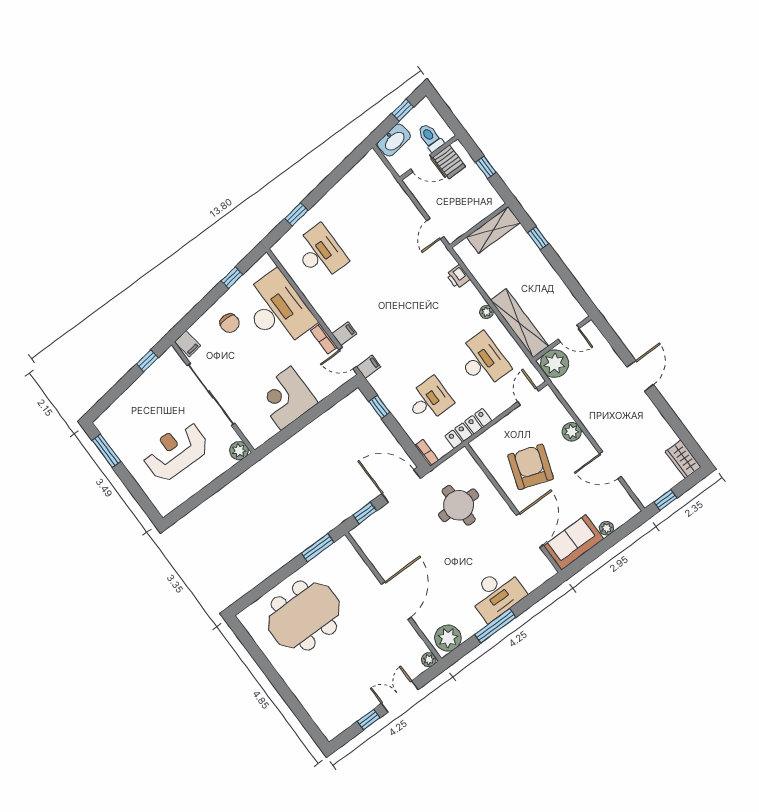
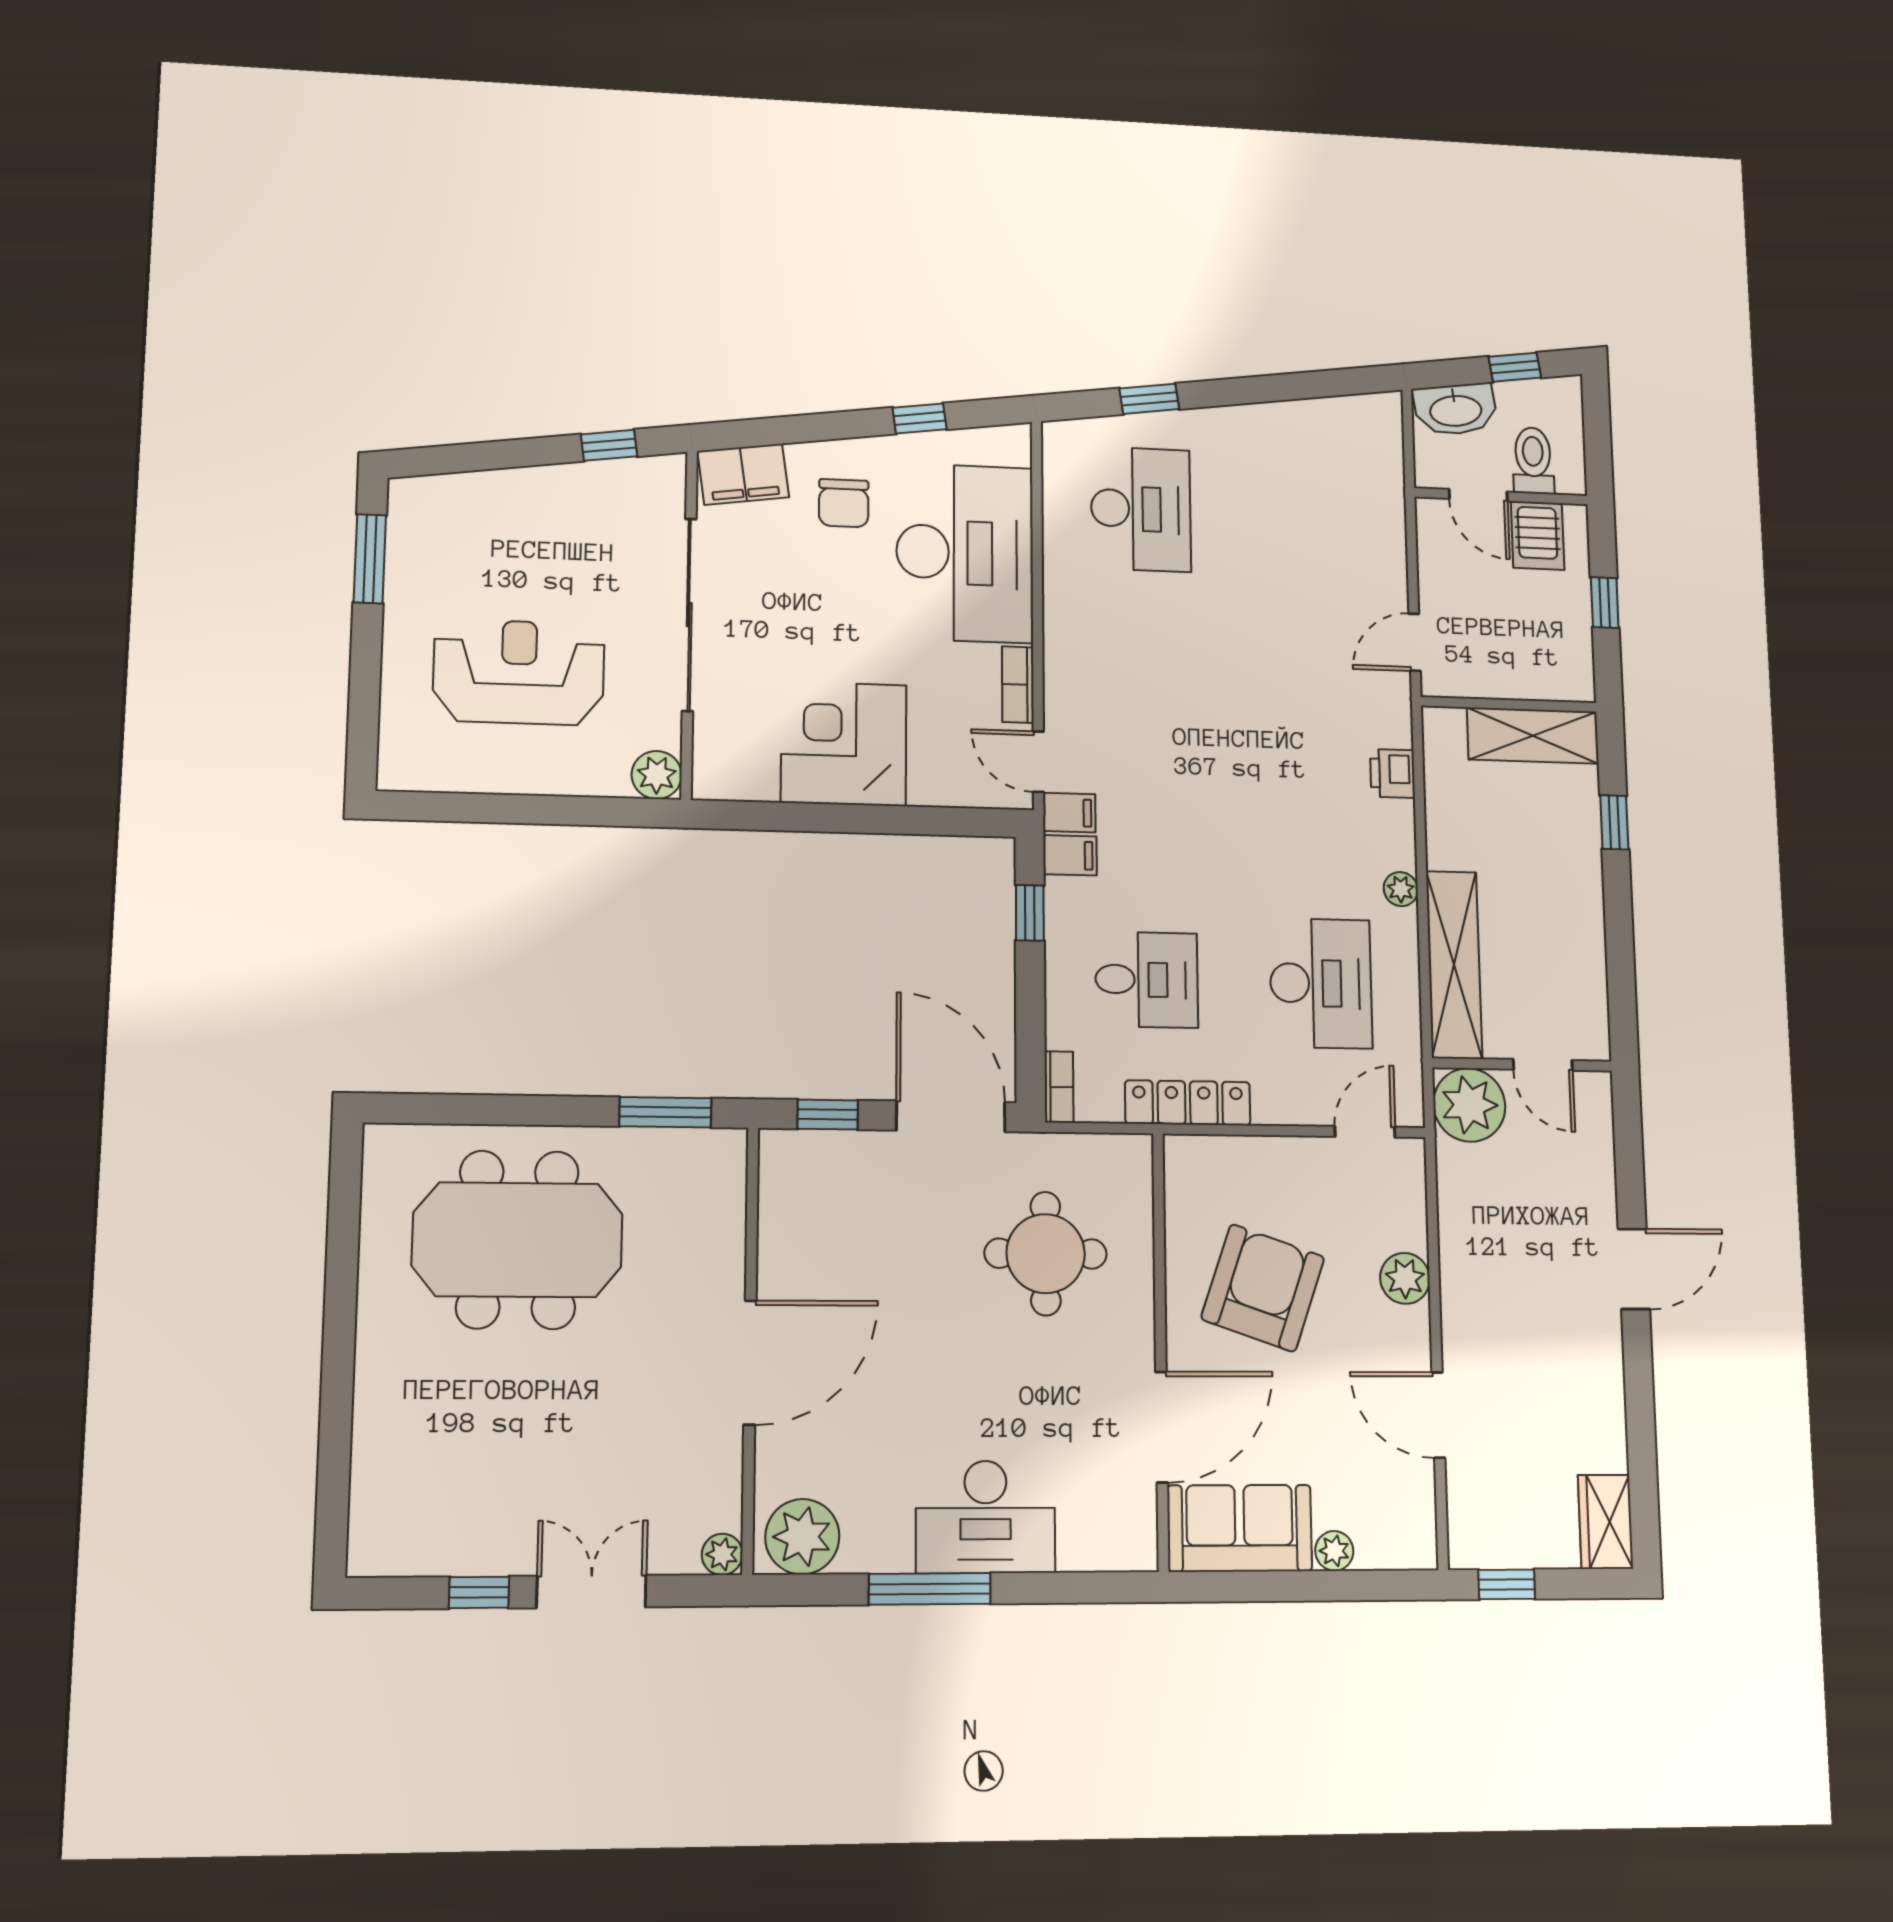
filing cabinet: (344, 334) -> (1070, 855), moved
filing cabinet: (188, 344) -> (743, 474), width x2.00

